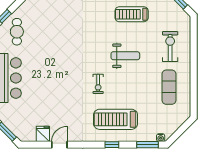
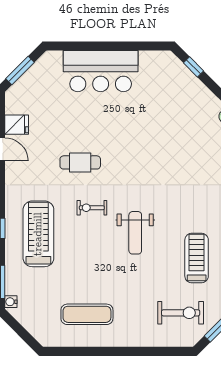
cafe table: (17, 32) -> (80, 162), moved
exercise bike: (170, 47) -> (181, 313), moved
weight bench: (125, 56) -> (135, 233), moved

